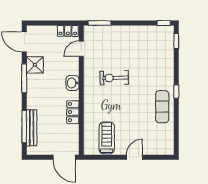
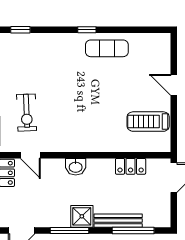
shower: (35, 65) -> (82, 216), moved
exercise bike: (114, 78) -> (27, 113), moved
locker: (73, 112) -> (131, 166), moved
bench: (32, 128) -> (118, 221), moved

